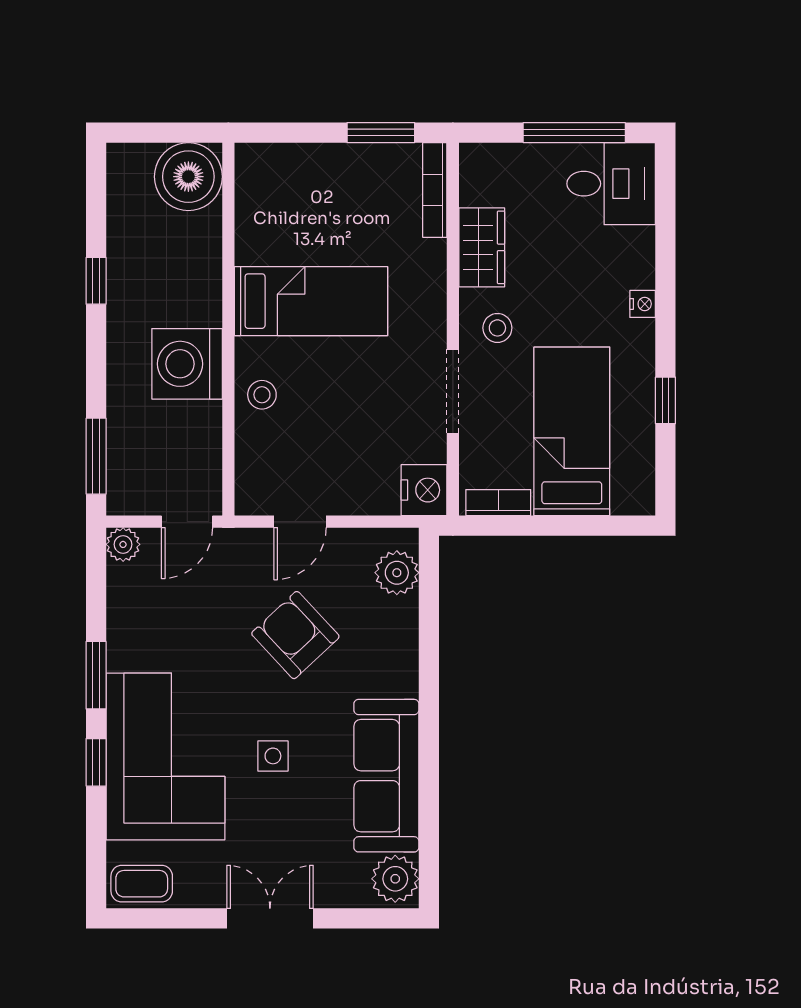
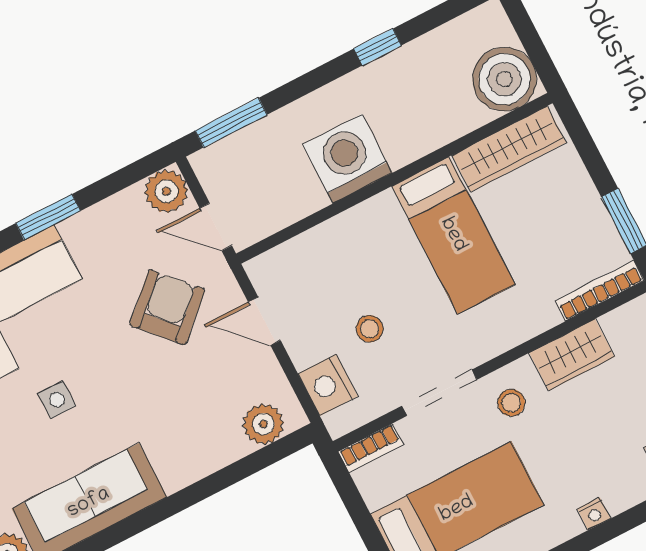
wardrobe: (256, 206) -> (509, 149), added
stool: (262, 395) -> (370, 329), moved
nightstand: (424, 490) -> (328, 385), moved, turned 90
bookcase: (498, 503) -> (371, 448), moved, turned 90
plant: (123, 544) -> (166, 191), width x1.38, depth x1.38
armchair: (295, 635) -> (167, 307), moved

